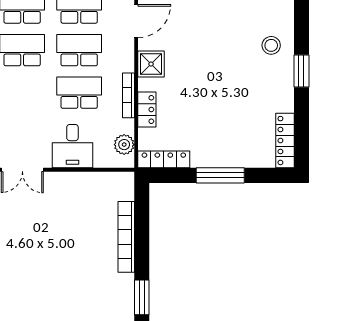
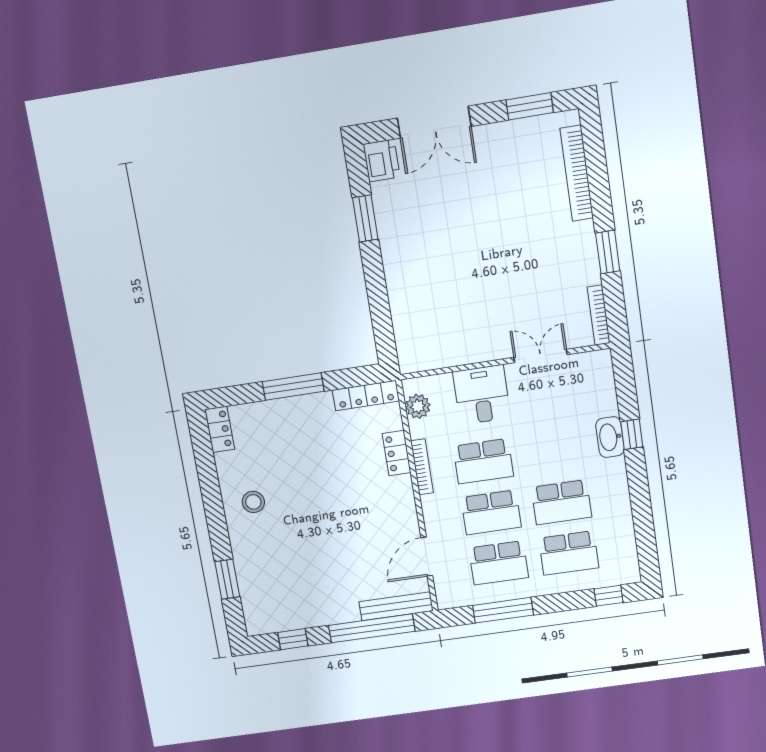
stool: (271, 45) -> (253, 502), moved
shower: (151, 64) -> (400, 508), removed
window: (301, 71) -> (227, 579), moved
locker: (285, 141) -> (220, 429), width x0.66
bookcase: (126, 237) -> (397, 292), removed

